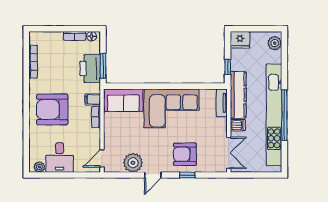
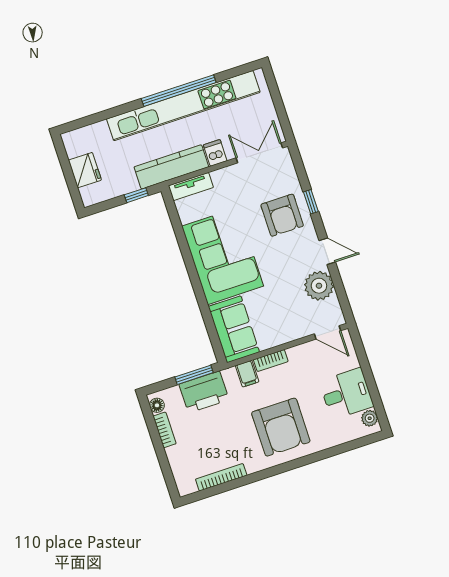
fridge: (240, 40) -> (85, 170), moved
plant: (275, 43) -> (80, 139), removed

